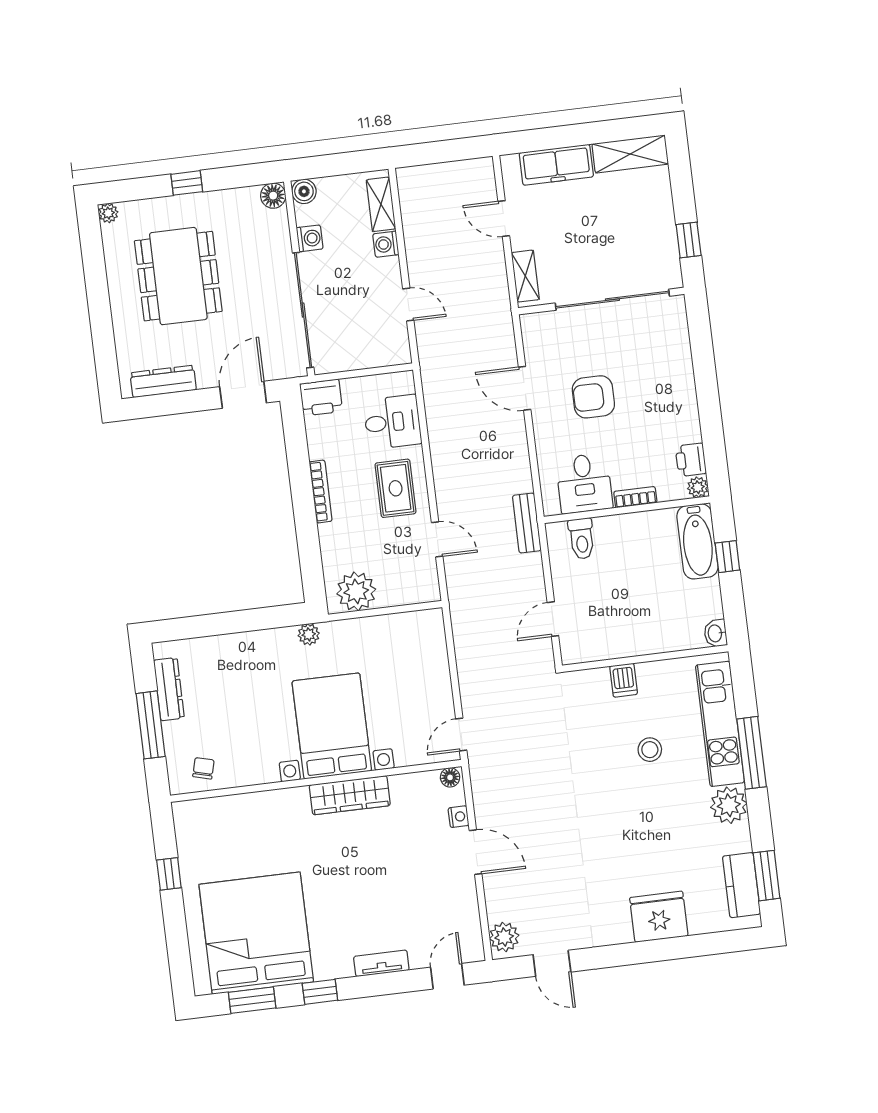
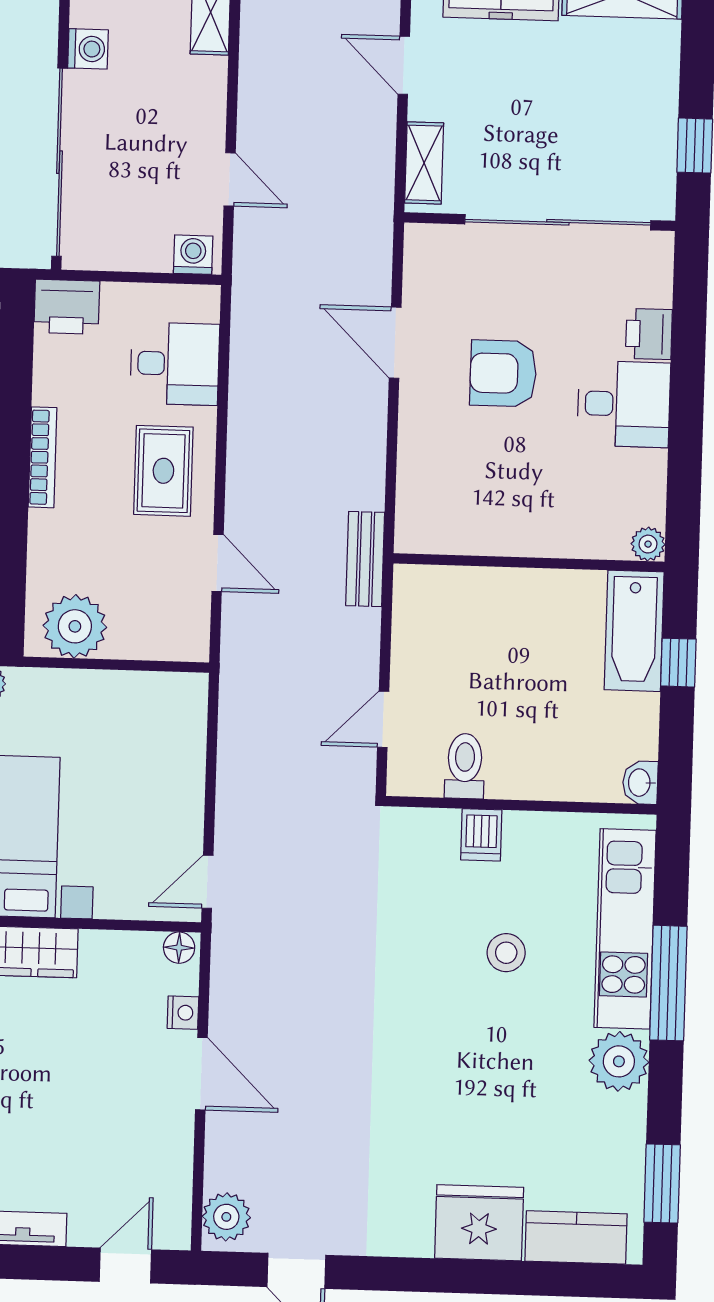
washing machine: (386, 244) -> (193, 255), moved, turned 90
printer: (691, 460) -> (649, 334), moved
desk: (584, 483) -> (624, 404), moved, turned -90
bookcase: (635, 497) -> (546, 544), removed
toilet: (582, 539) -> (465, 766), moved, turned 180
kitchen counter: (742, 885) -> (576, 1237), moved, turned 90

